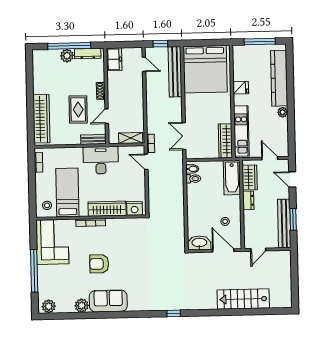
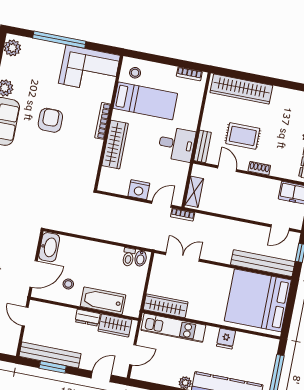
desk: (101, 160) -> (177, 144), width x0.73
bathtub: (232, 178) -> (103, 301), moved
nightstand: (135, 208) -> (139, 190), moved, turned -90

